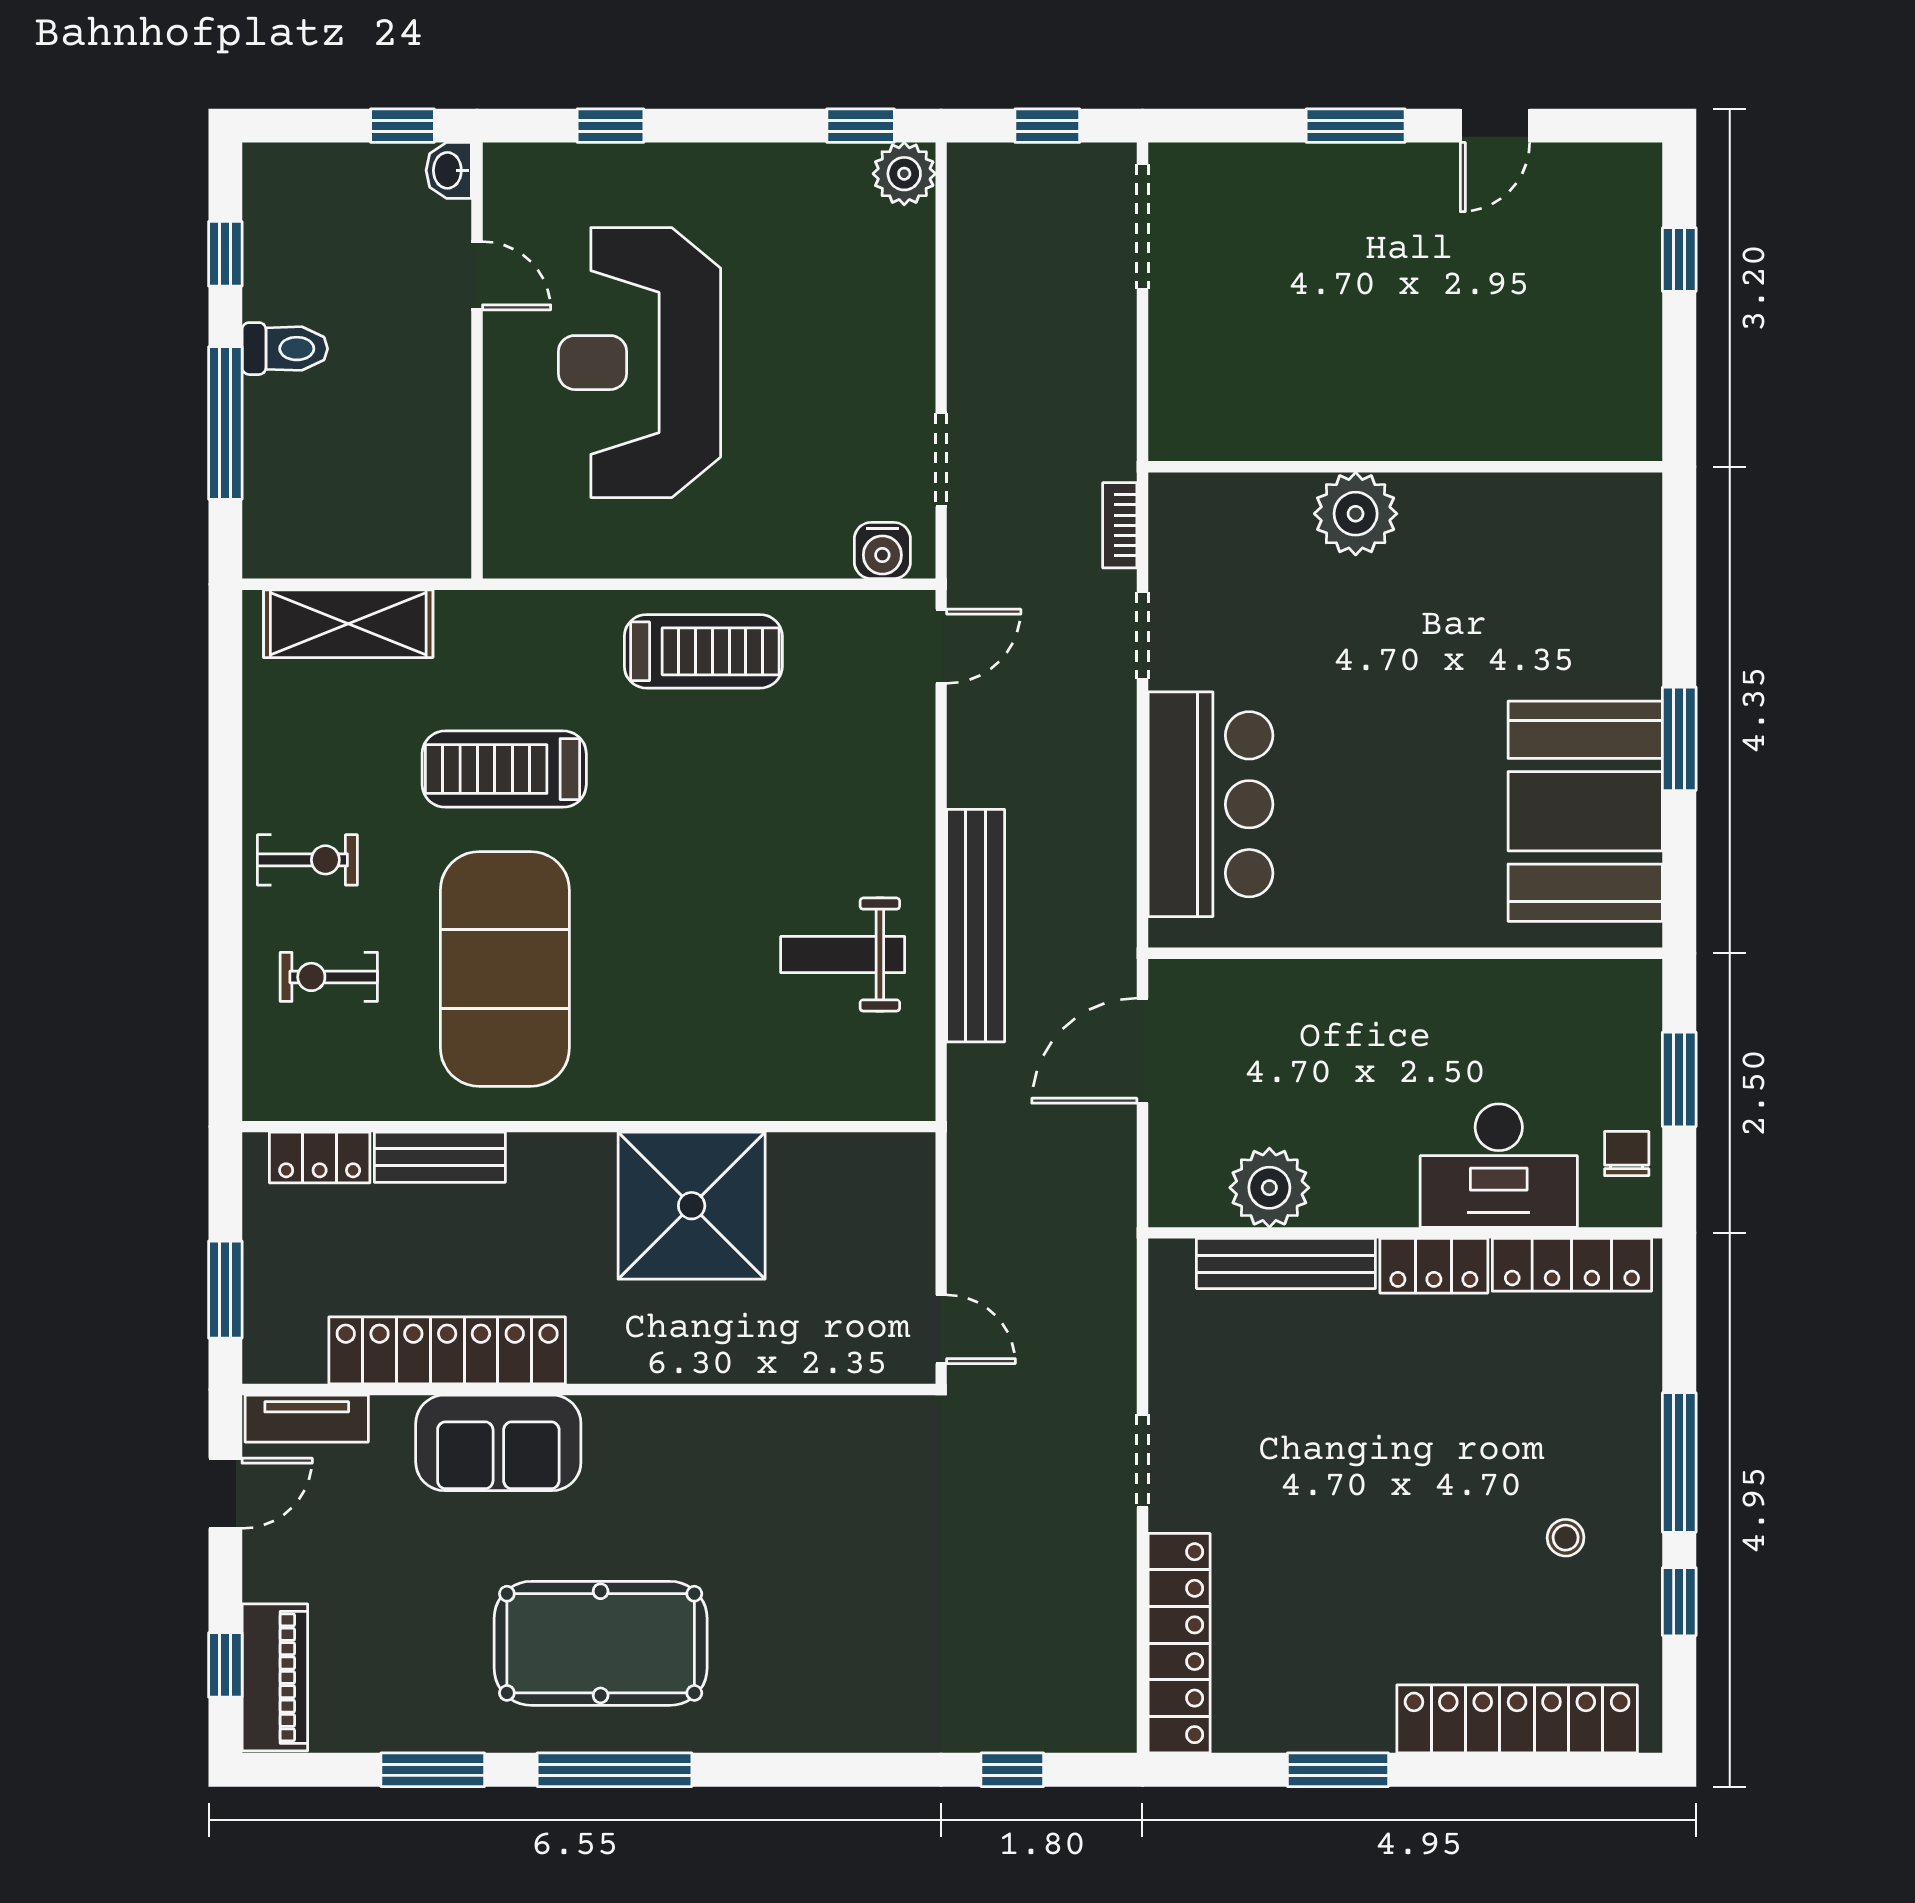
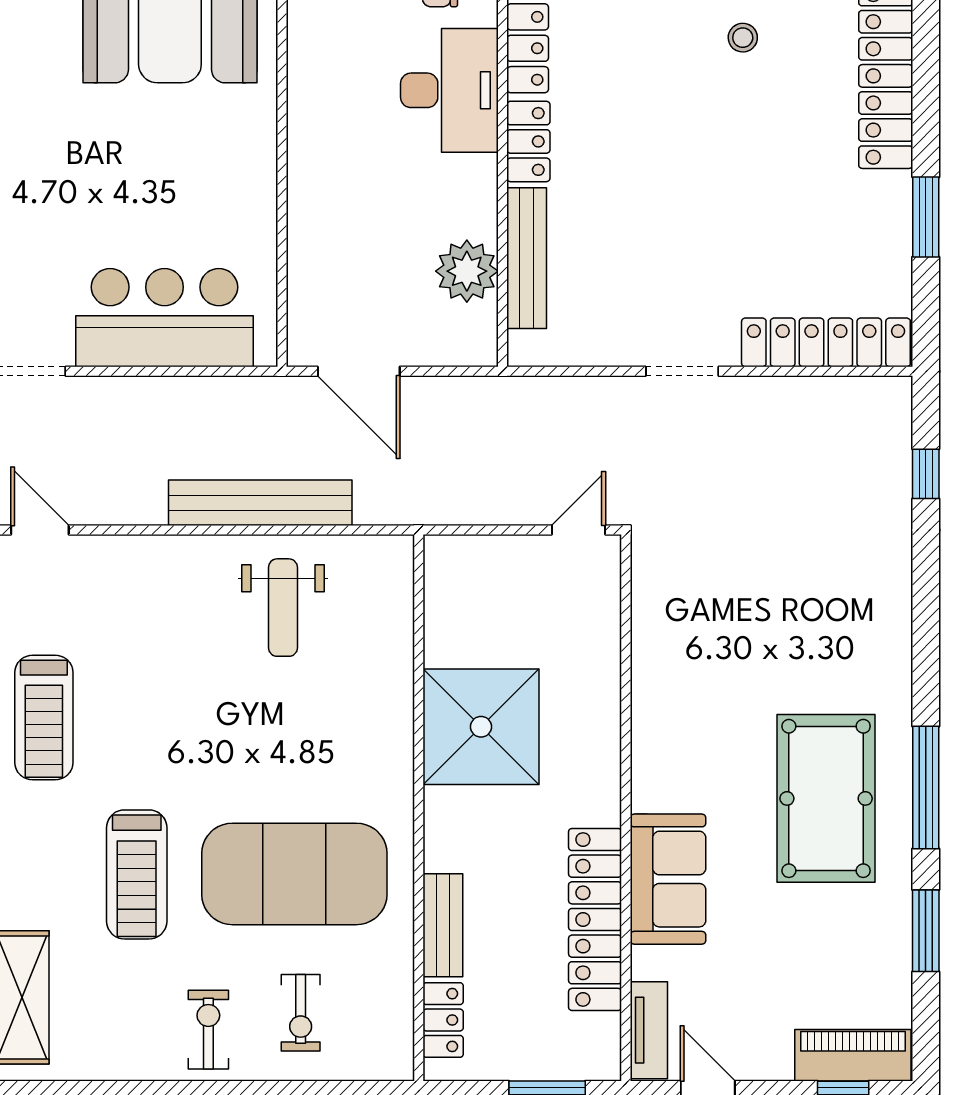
treadmill: (703, 651) -> (44, 717), turned 180

